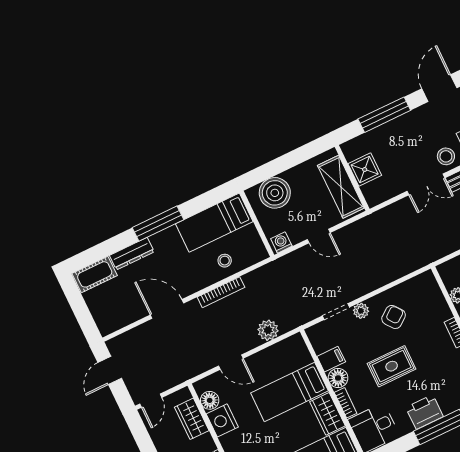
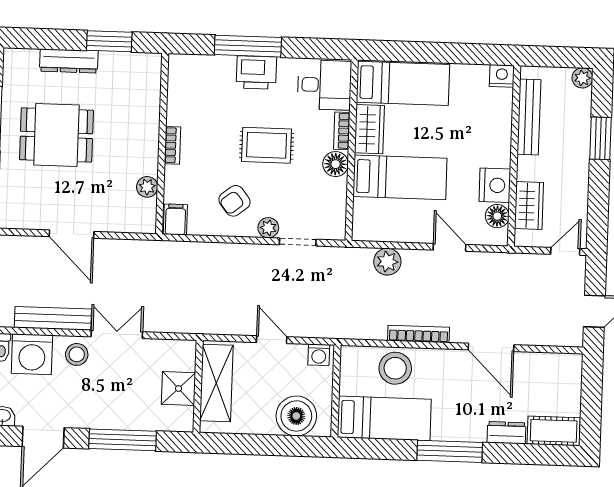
dresser: (132, 254) -> (506, 433), width x0.70
stool: (225, 261) -> (395, 368), width x1.89, depth x1.89
filing cabinet: (331, 359) -> (175, 219), moved, turned 90

